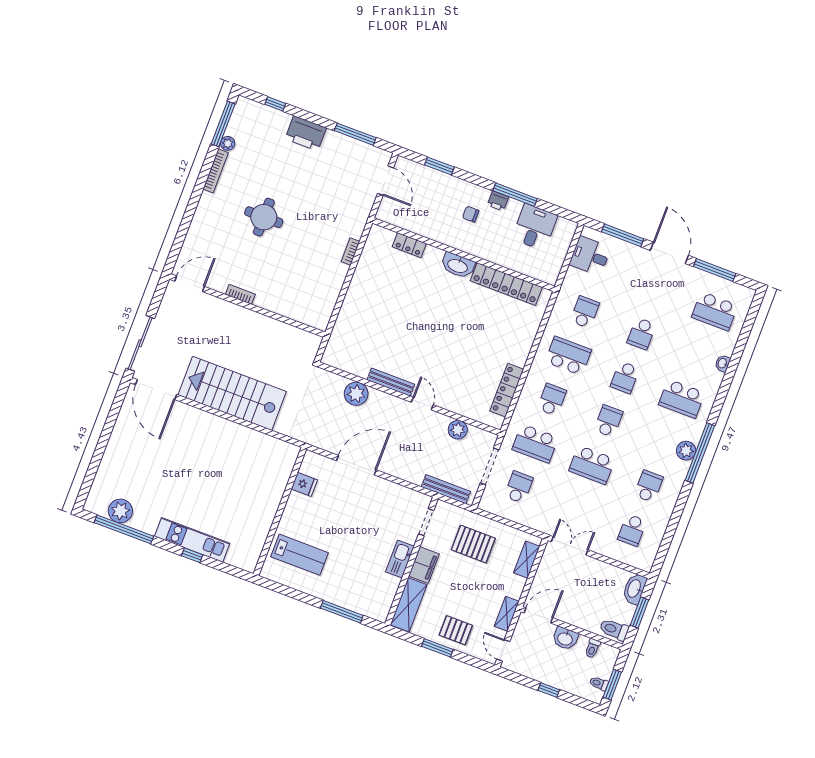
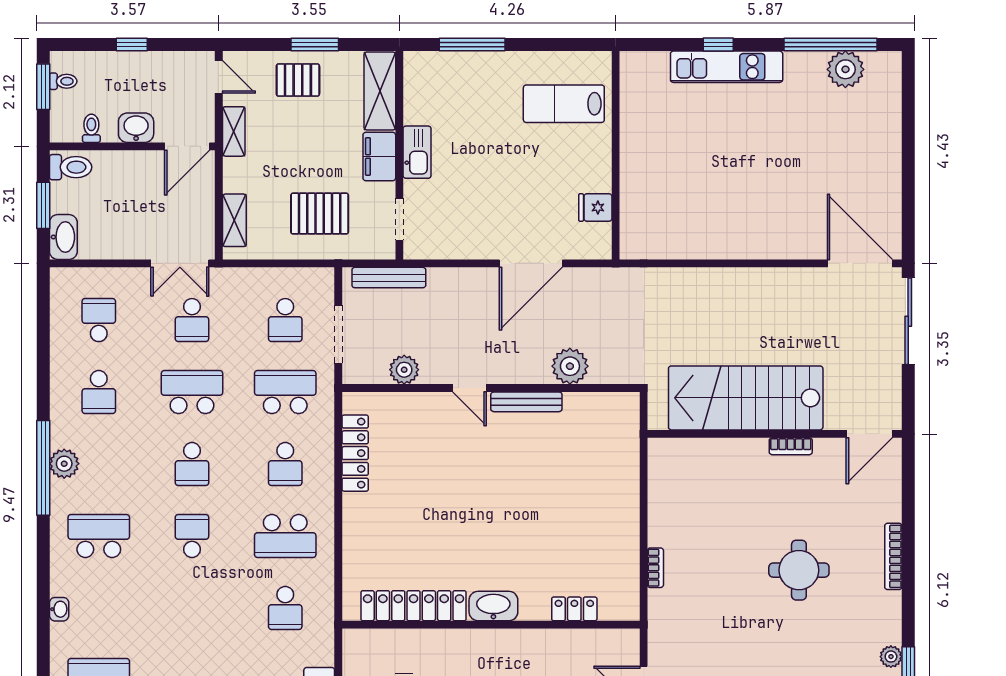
bookcase: (216, 171) -> (893, 556), moved
school desk: (642, 334) -> (192, 320), moved, turned 180
stairs: (232, 393) -> (746, 398), moved, turned 180

